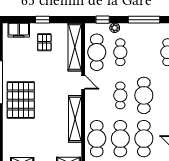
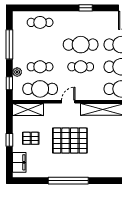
shelving: (75, 47) -> (28, 110), width x0.68
pallet: (21, 100) -> (70, 141), moved

